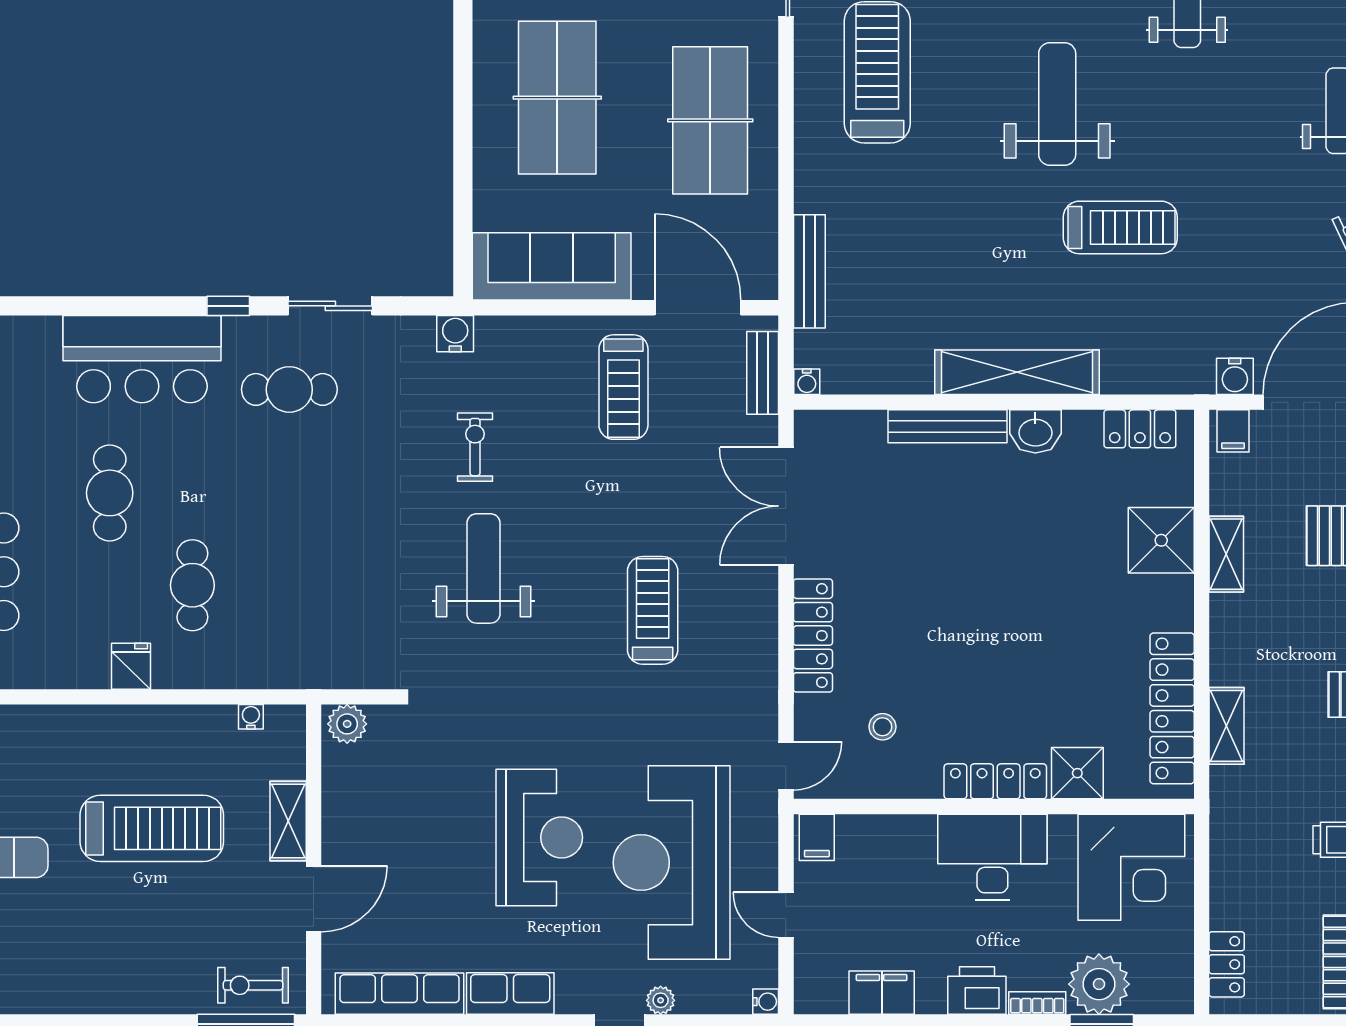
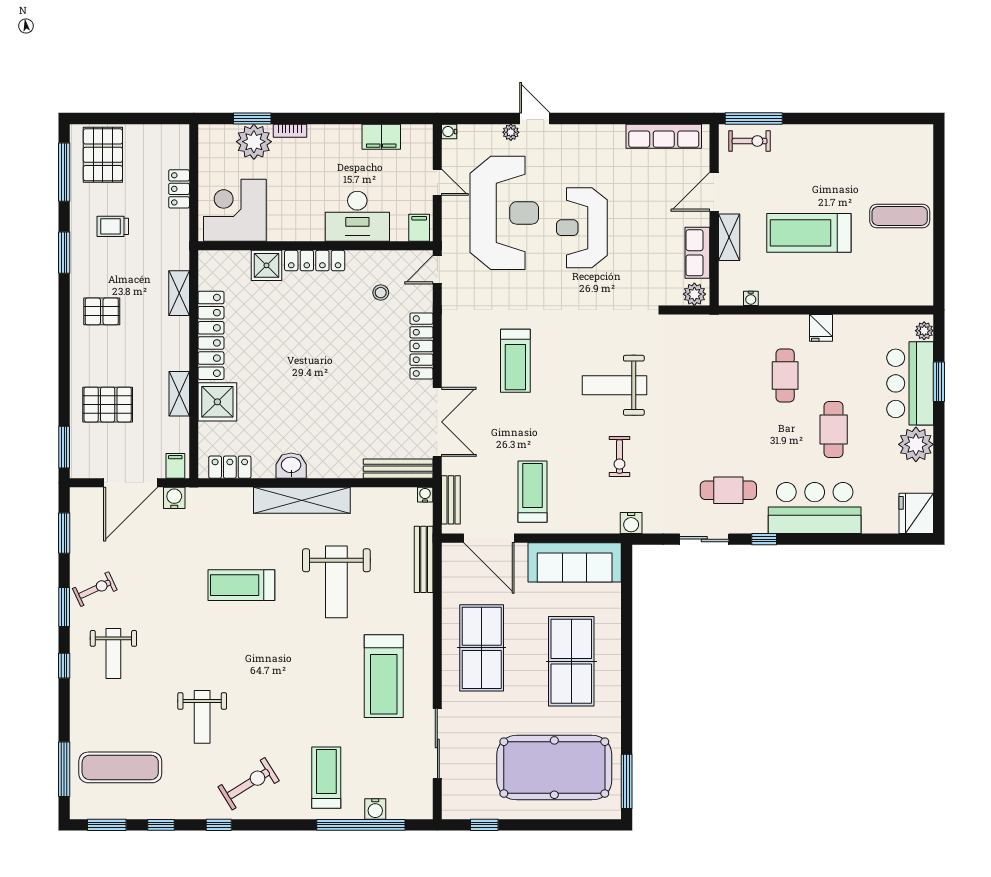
weight bench: (1057, 104) -> (336, 582), moved
bench: (947, 426) -> (398, 469), moved
weight bench: (484, 568) -> (614, 385), turned 90
locker: (1172, 708) -> (211, 335), moved
desk: (992, 857) -> (357, 216), moved
locker: (1227, 964) -> (179, 189), moved
printer: (977, 990) -> (325, 138), removed
row of seats: (510, 993) -> (697, 253), moved, turned 90

